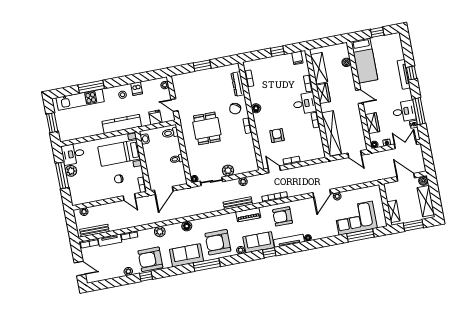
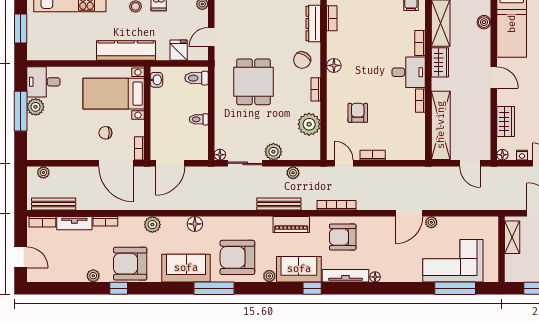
door: (174, 105) -> (211, 37), hinge flipped
plant: (247, 149) -> (309, 124), added
door: (129, 197) -> (116, 163), width x1.87
shelving: (393, 211) -> (512, 237), moved

